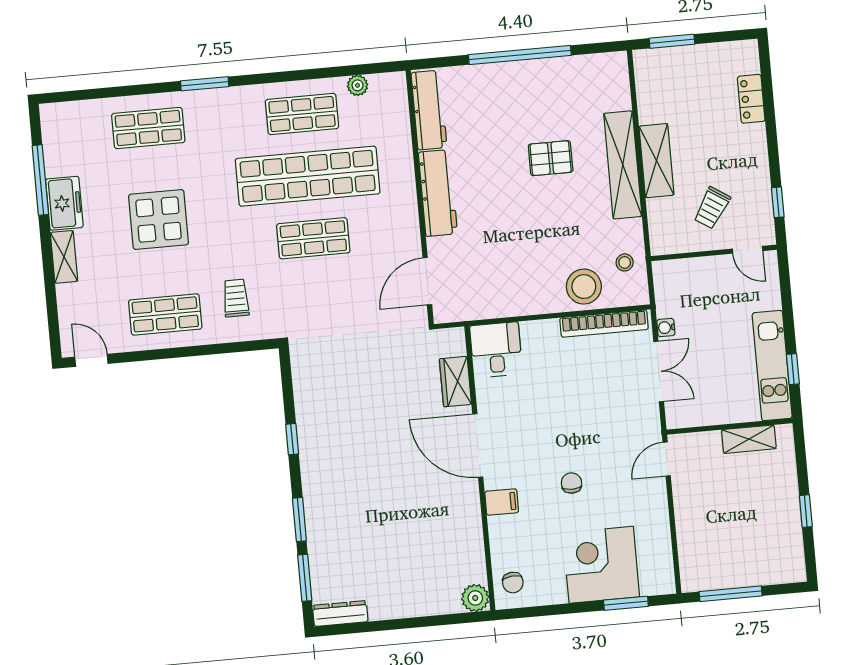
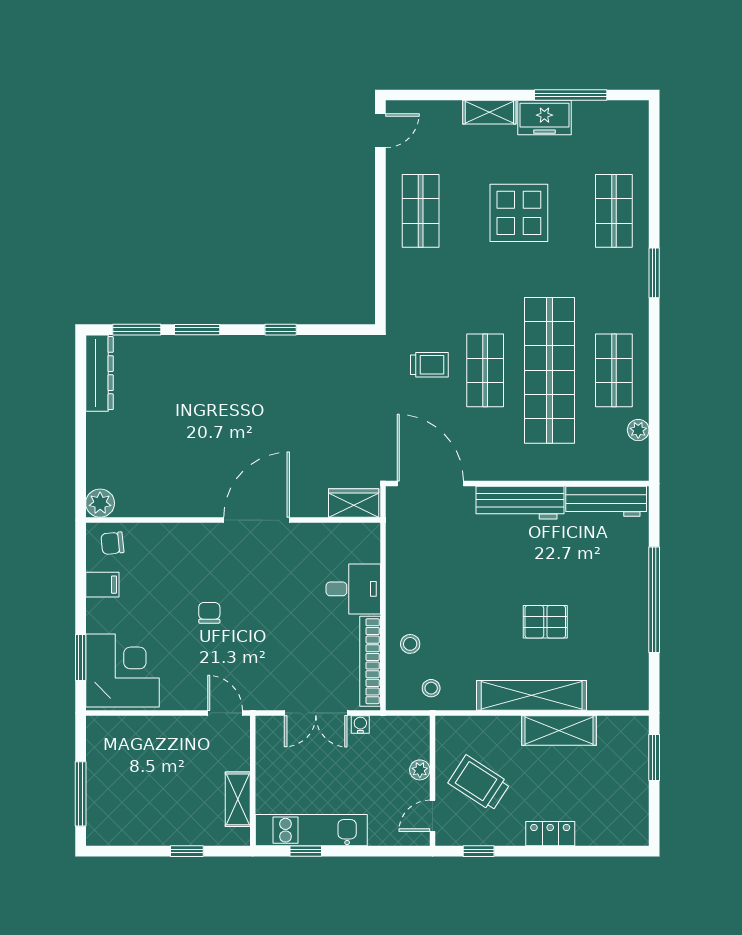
locker: (751, 99) -> (550, 834), moved
pallet: (551, 158) -> (545, 622), turned 90
shelving: (657, 161) -> (559, 730), moved
trolley: (712, 208) -> (479, 783), width x1.36, depth x1.39
plant: (704, 266) -> (420, 770), added
door: (427, 281) -> (430, 484), width x1.36
stool: (584, 287) -> (410, 644), width x0.53, depth x0.53
trolley: (236, 298) -> (429, 365), moved
desk: (496, 350) -> (353, 589), moved
wardrobe: (455, 382) -> (354, 503), moved
chair: (571, 483) -> (209, 613), turned -90
filing cabinet: (502, 502) -> (102, 585), moved, turned -90
window: (806, 511) -> (187, 851), moved
corner desk: (601, 565) -> (122, 670), moved
window: (731, 594) -> (81, 794), moved
dresser: (340, 614) -> (99, 373), width x1.37, depth x1.24

